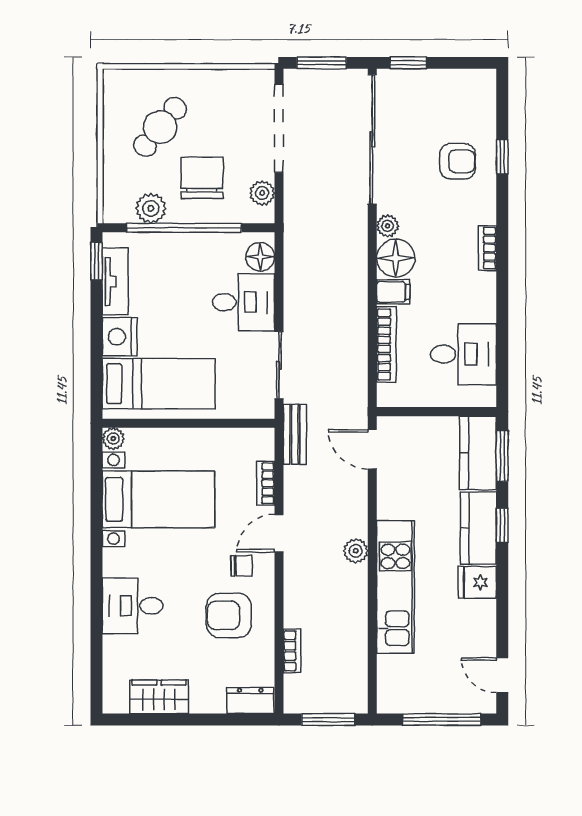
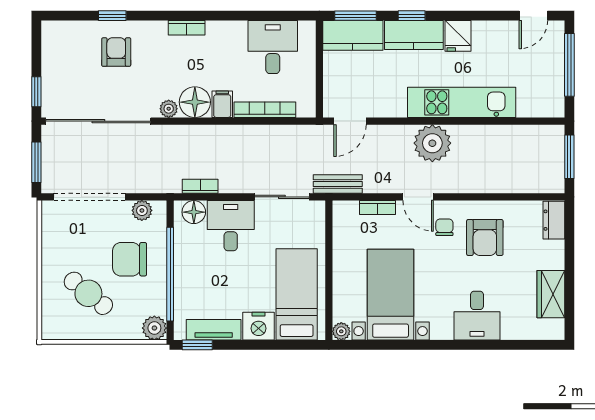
plant: (151, 208) -> (154, 328), moved
plant: (356, 551) -> (432, 143), width x1.87, depth x1.87
bookcase: (292, 651) -> (200, 186), moved

